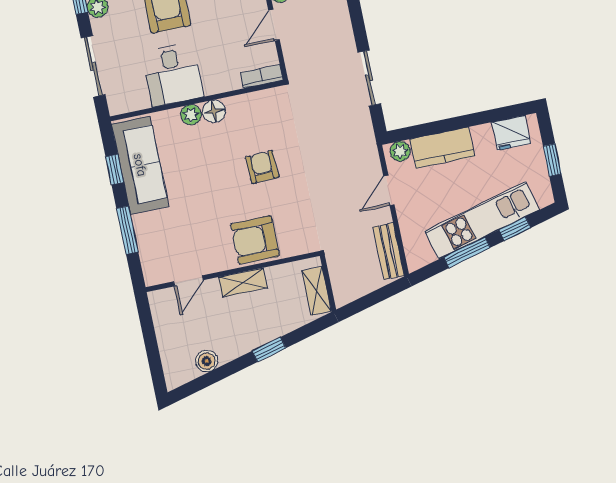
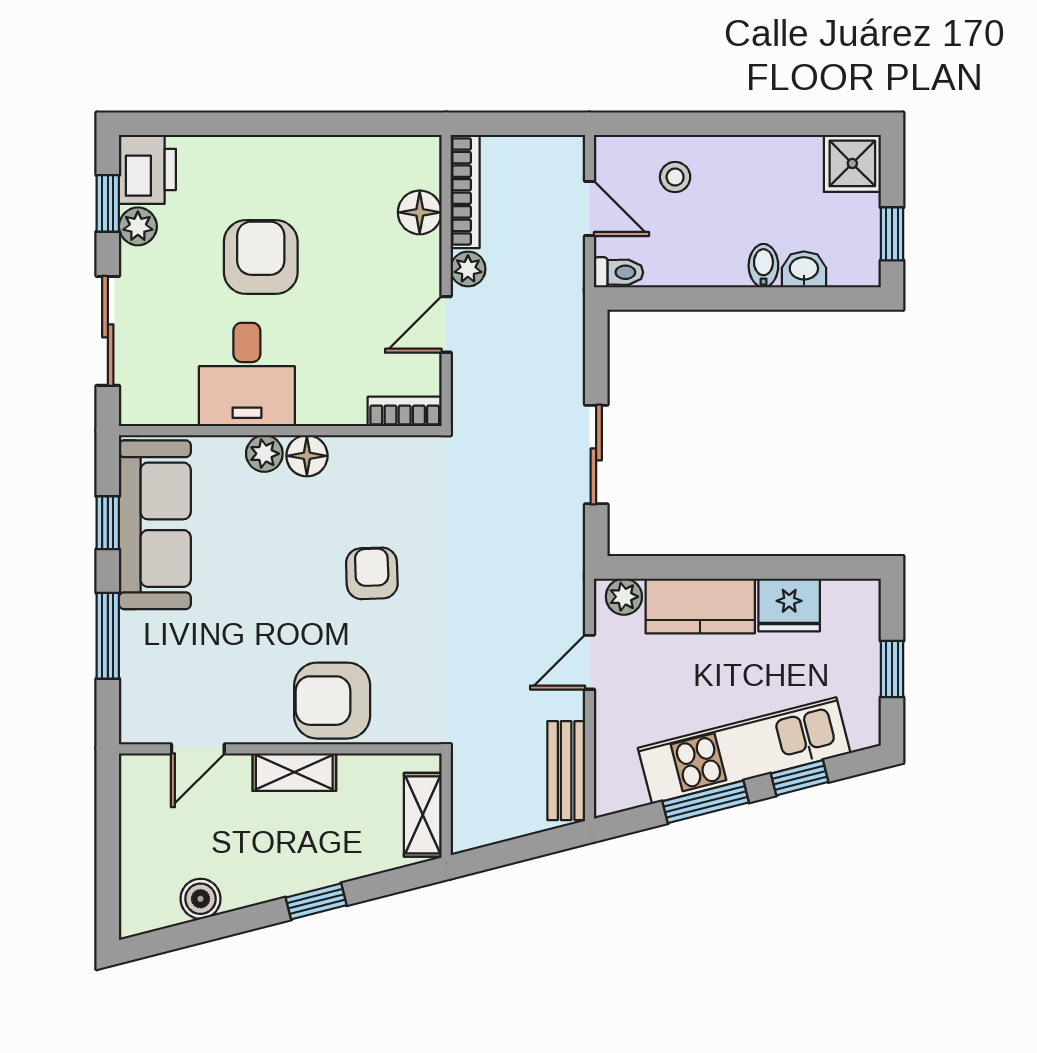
fridge: (511, 133) -> (789, 605), moved

